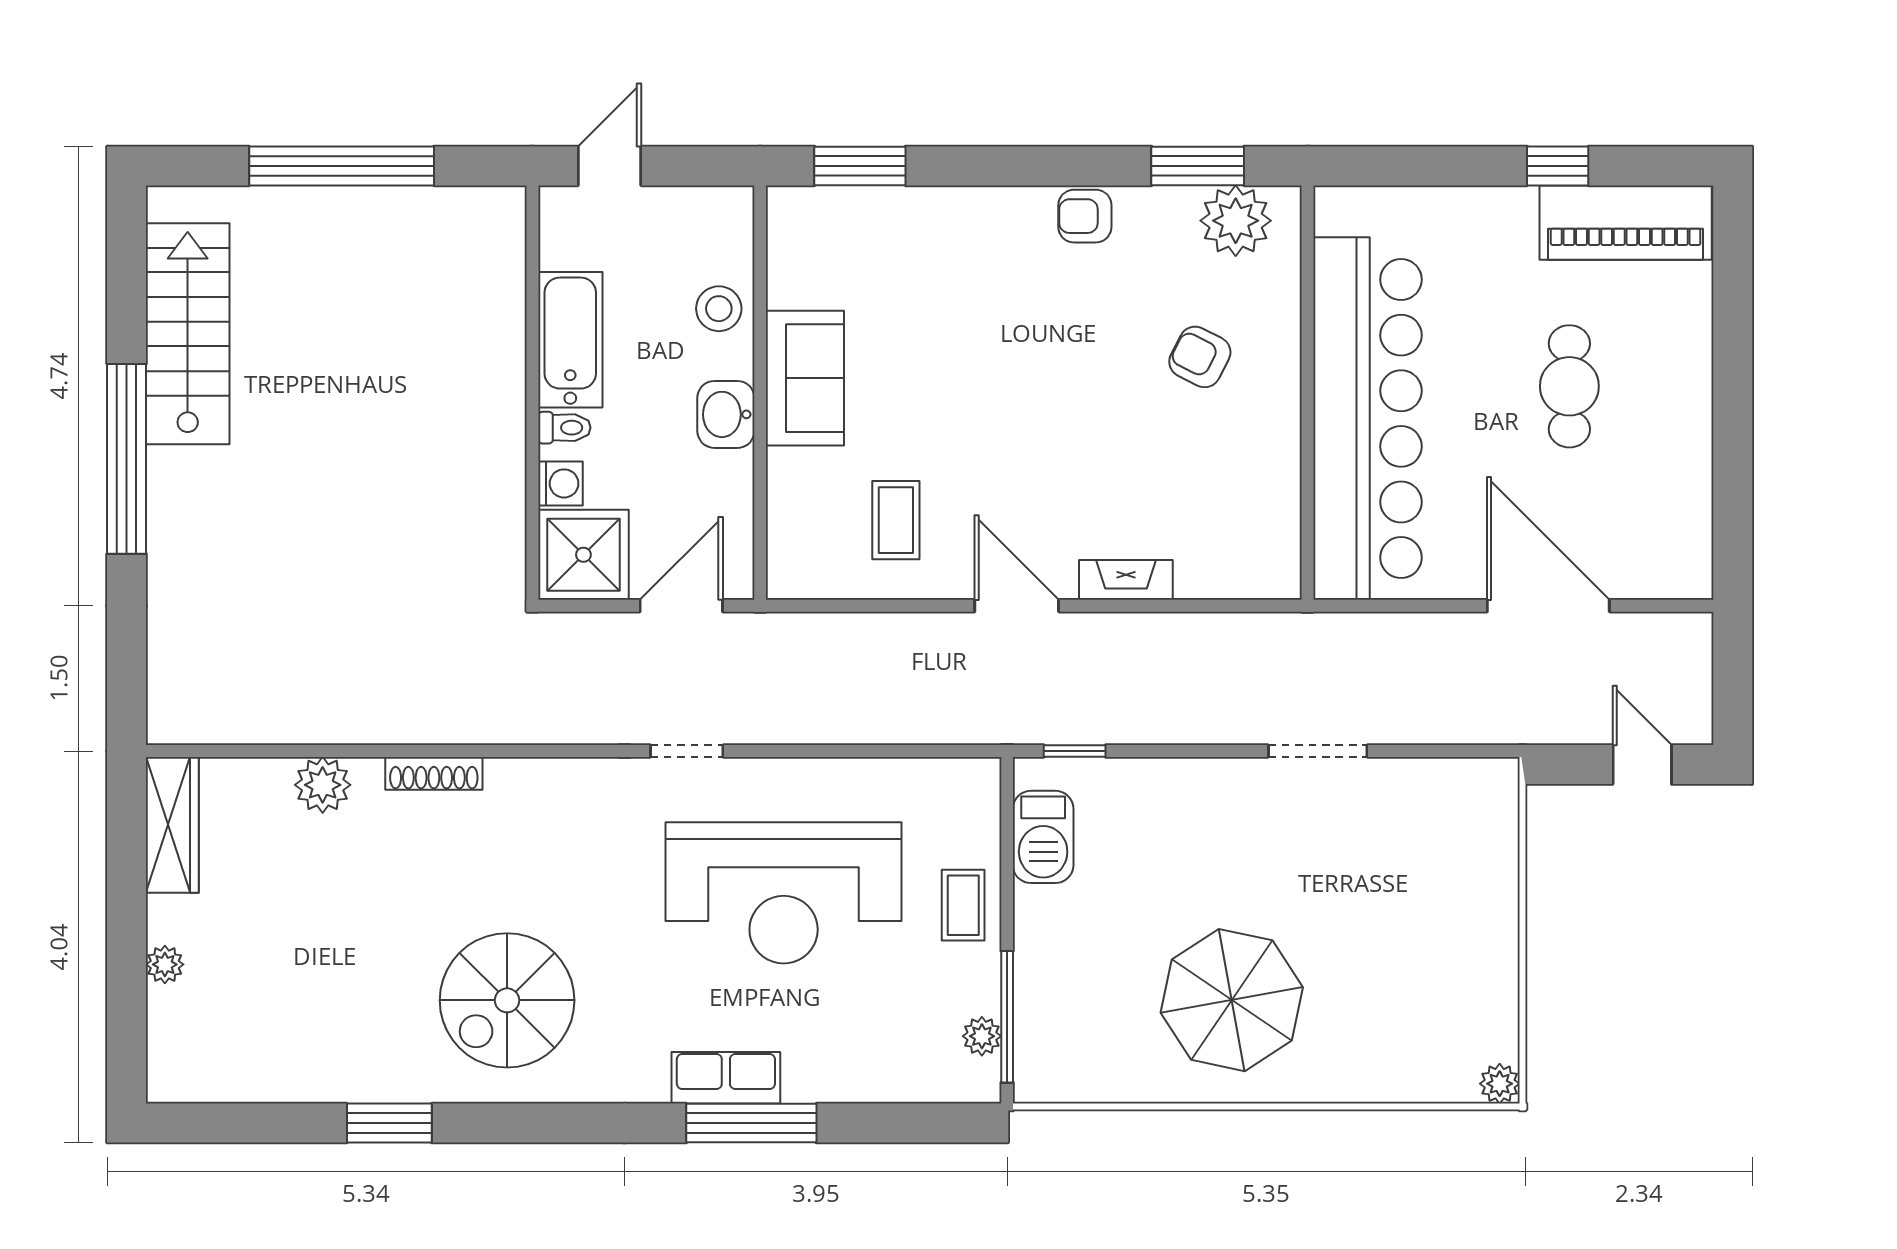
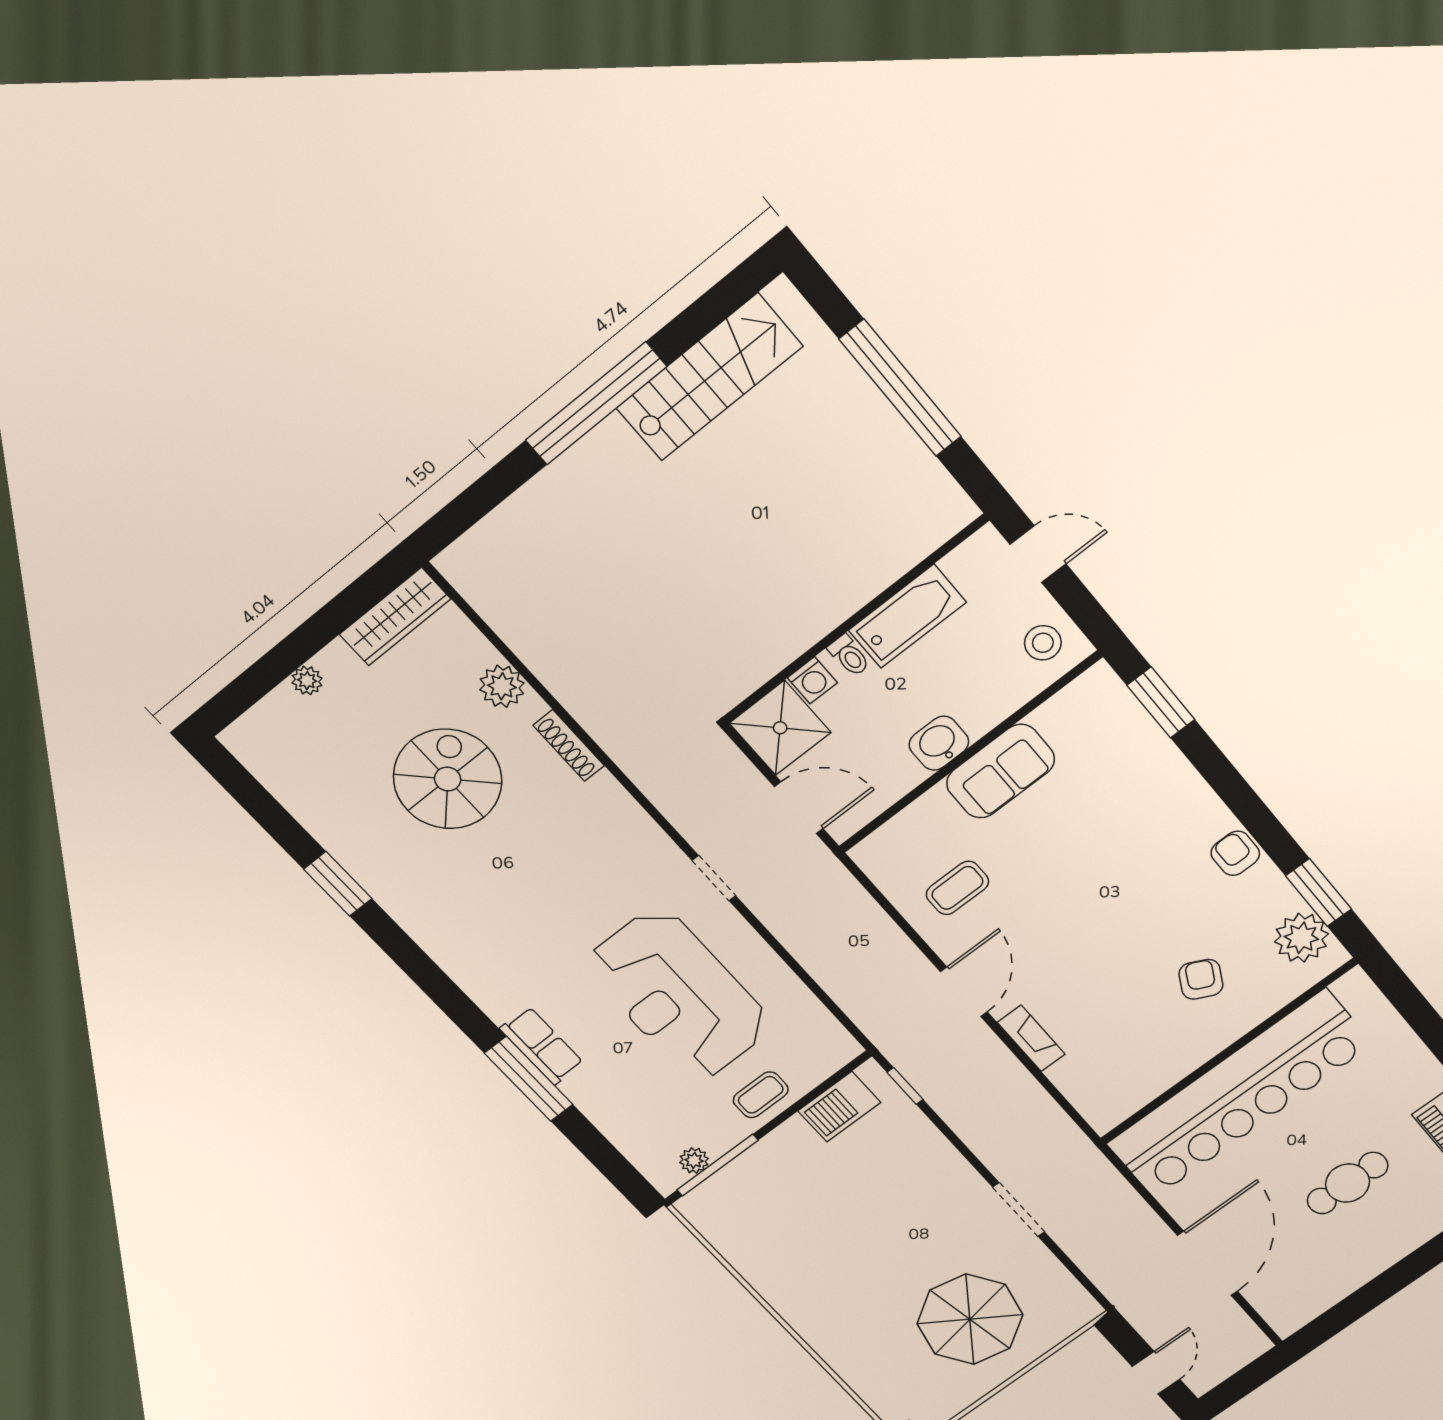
stool: (719, 309) -> (1043, 643), moved
spiral stairs: (507, 1000) -> (448, 779), moved, turned 90
parasol: (1232, 1000) -> (970, 1319), moved

